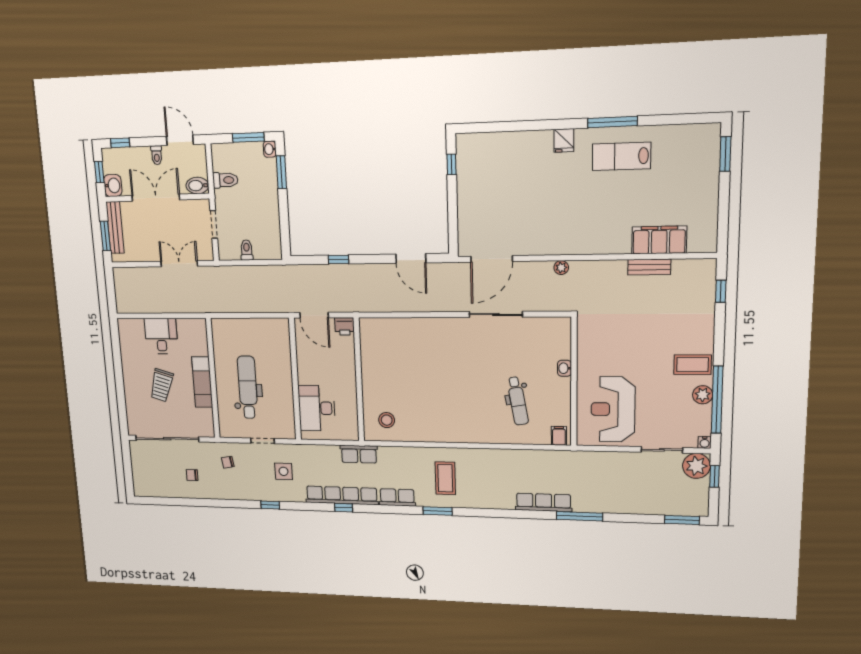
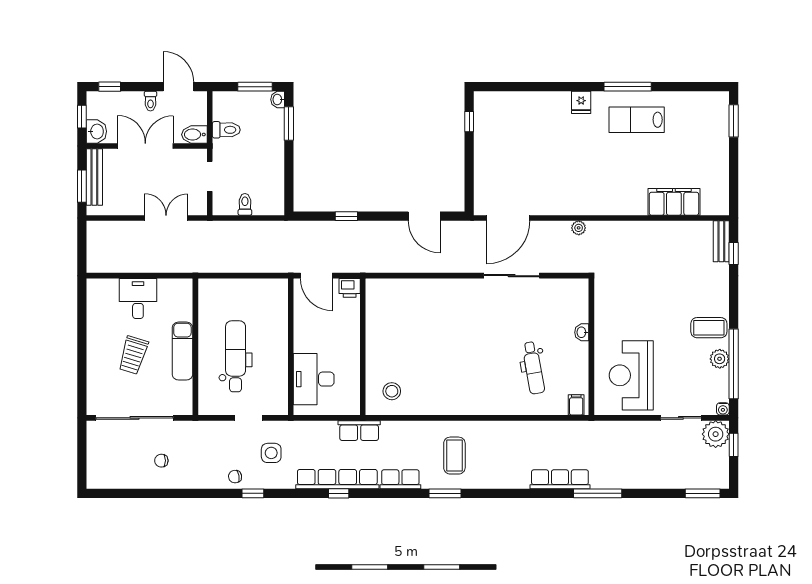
bench: (649, 267) -> (721, 241), moved, turned 90
chair: (228, 462) -> (235, 477), moved

